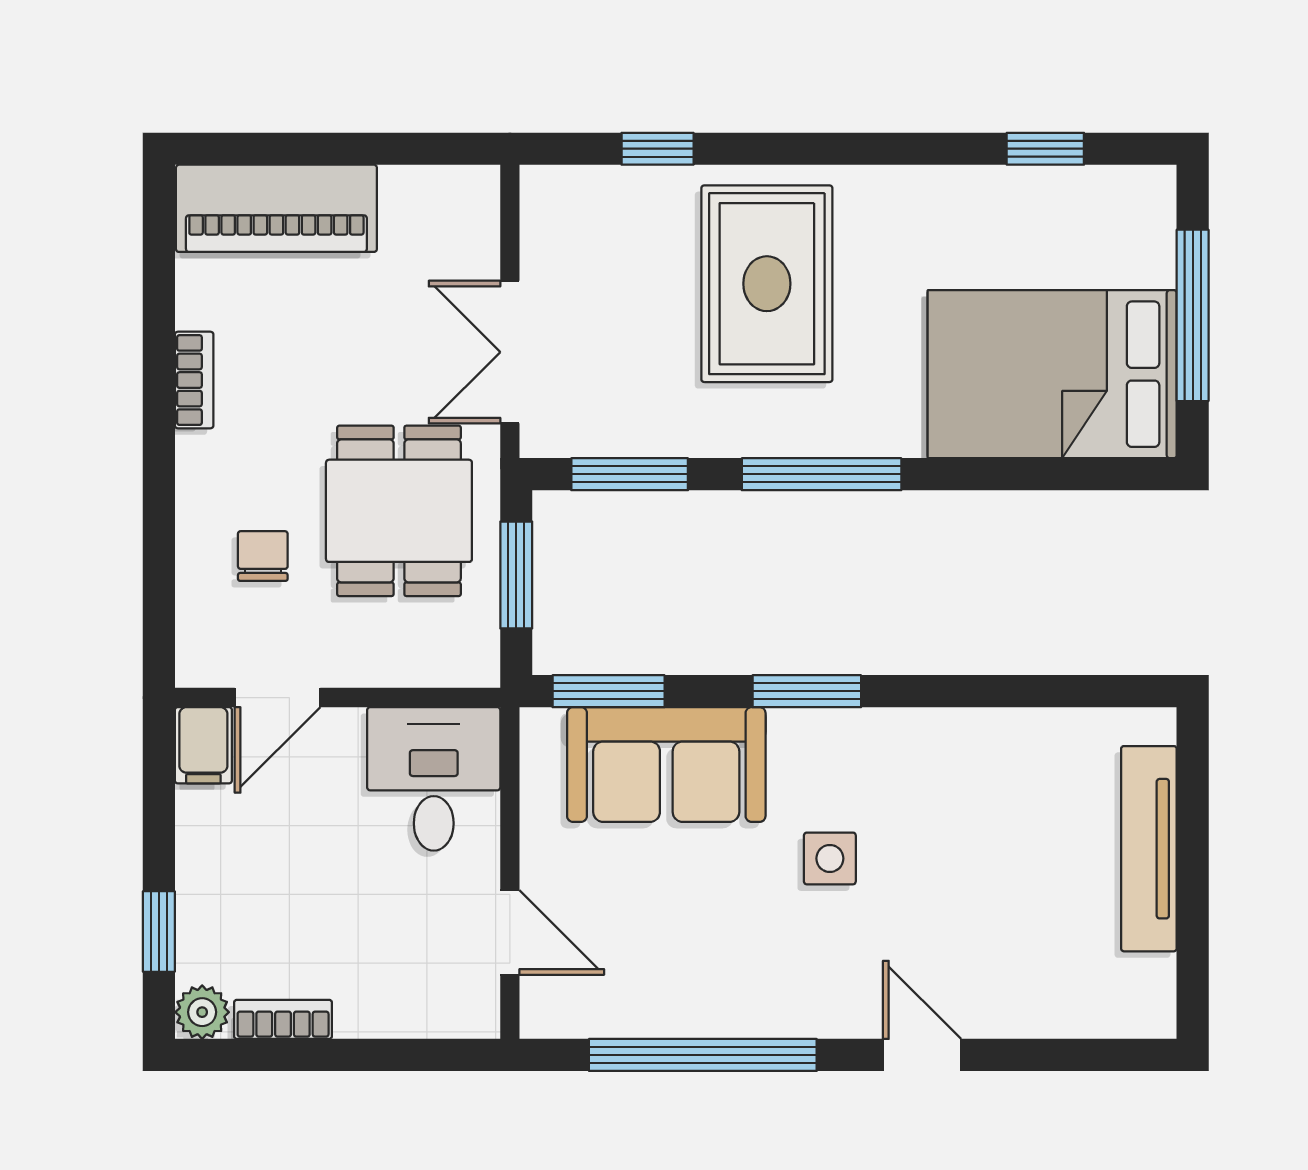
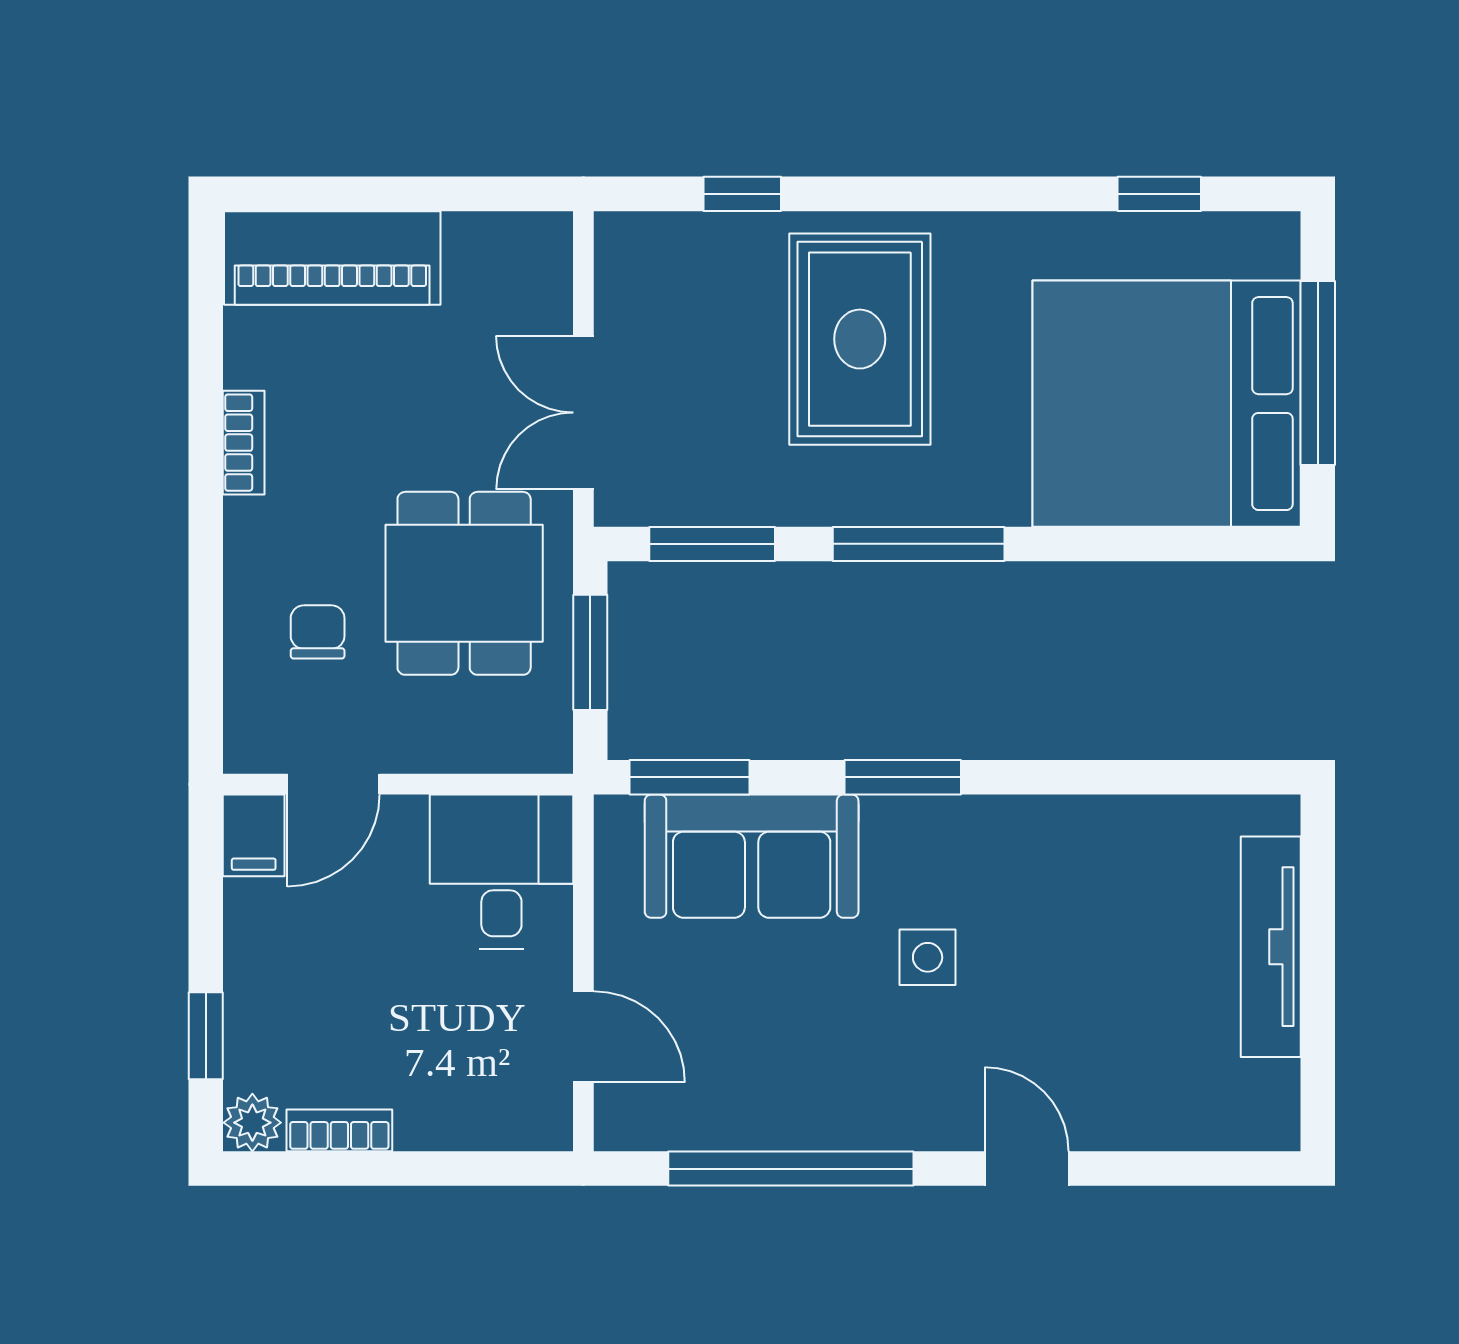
bed: (1052, 374) -> (1167, 404), width x1.36

